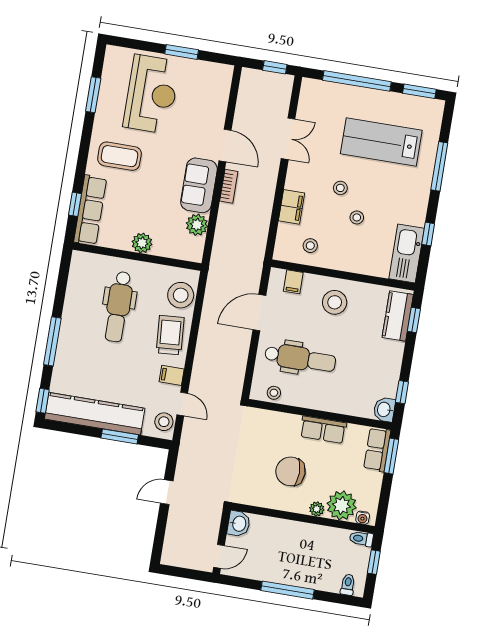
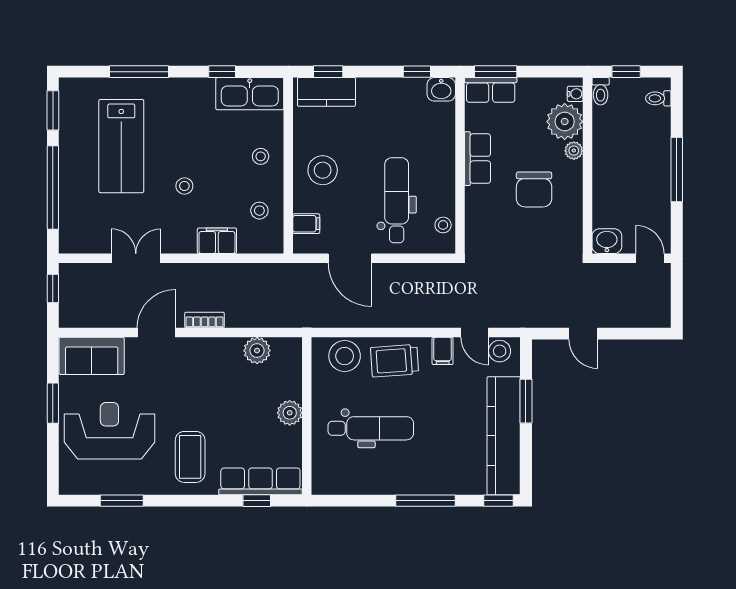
sofa: (199, 185) -> (92, 356), moved
stool: (357, 217) -> (261, 156), moved
door: (182, 404) -> (475, 333), swing flipped

